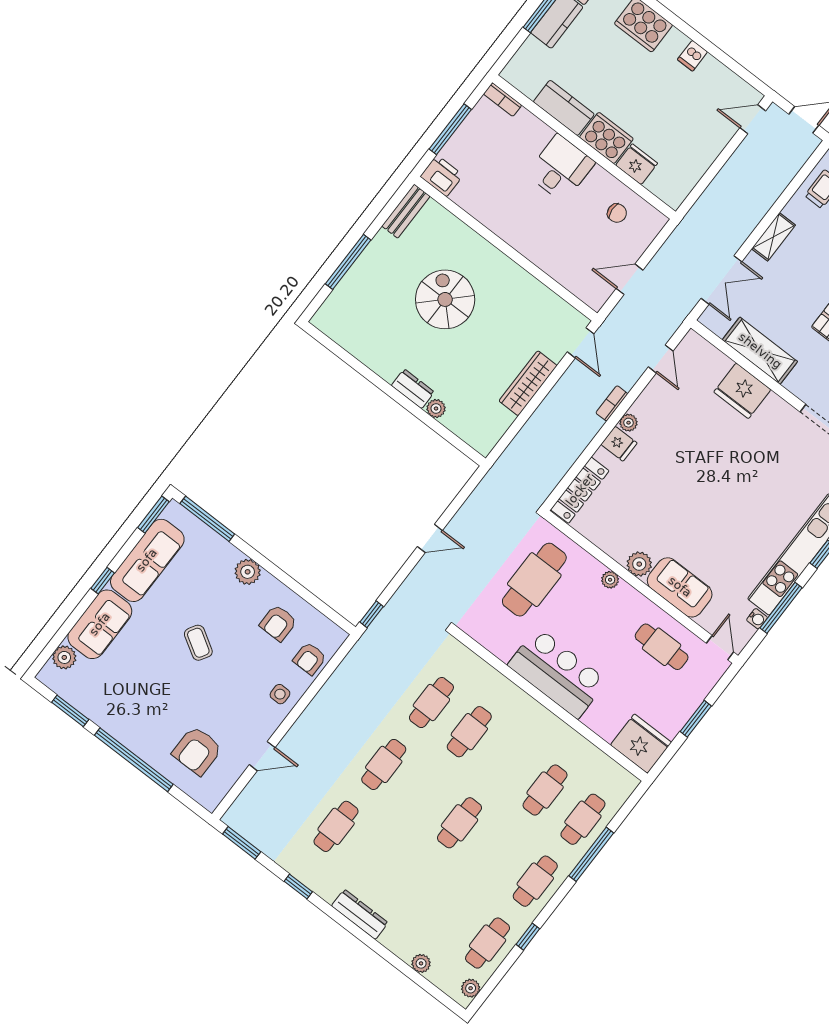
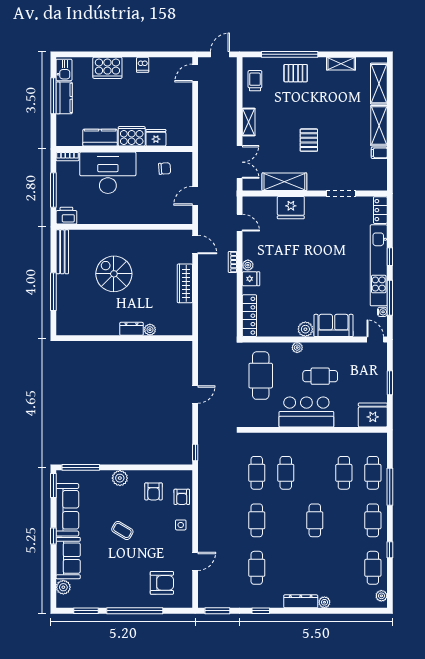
desk: (561, 168) -> (108, 173), width x1.87, depth x1.30
bench: (406, 211) -> (62, 252), width x1.36
cafe table: (662, 647) -> (320, 376), moved
armchair: (197, 751) -> (162, 583), turned -90
plant: (421, 963) -> (324, 602), moved

